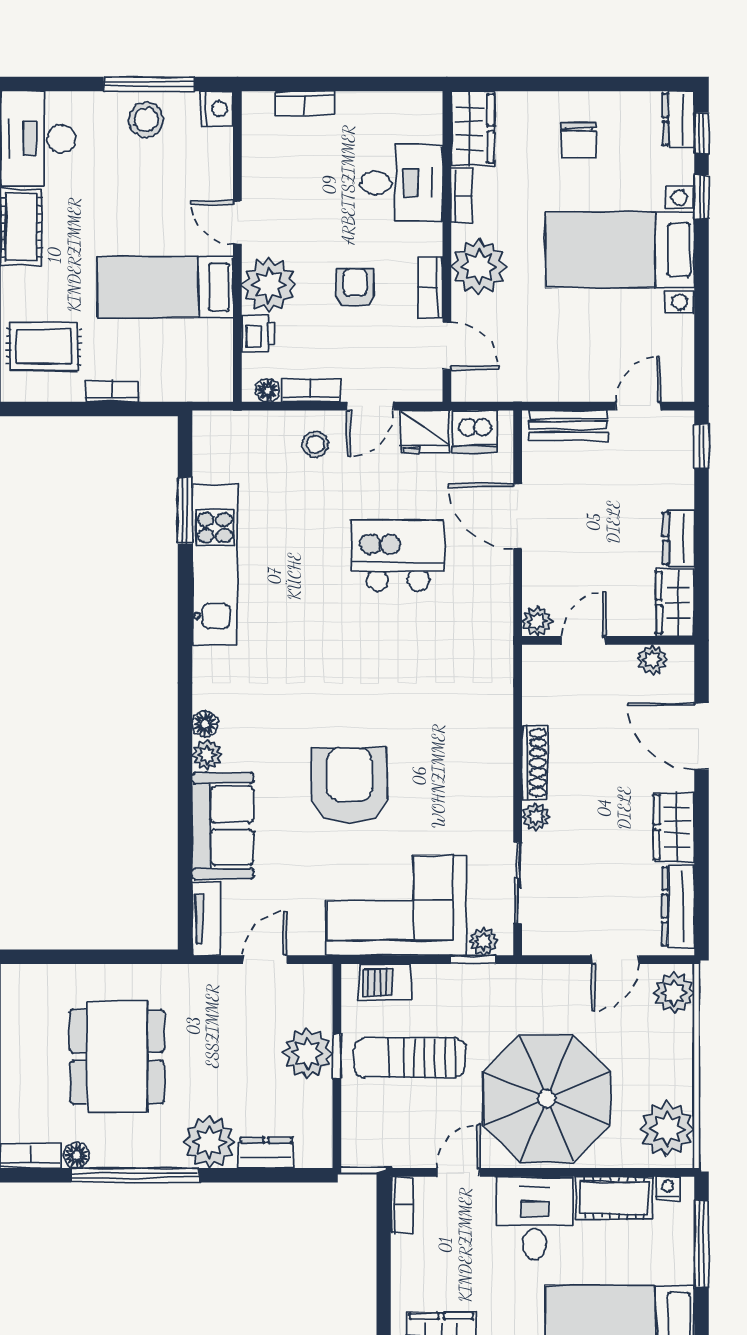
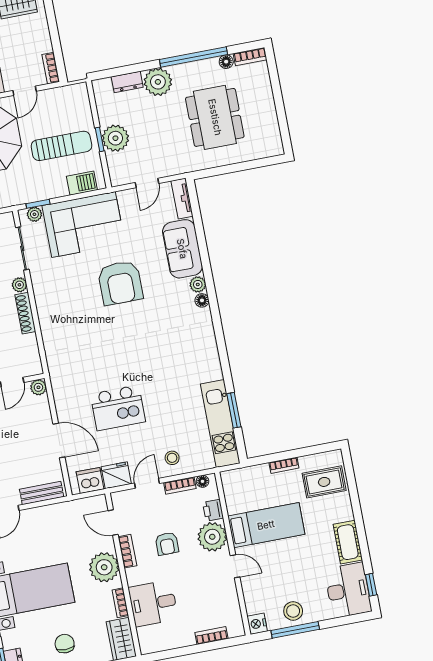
kitchen unit: (215, 564) -> (220, 424), moved

